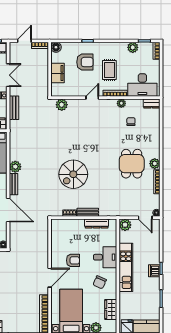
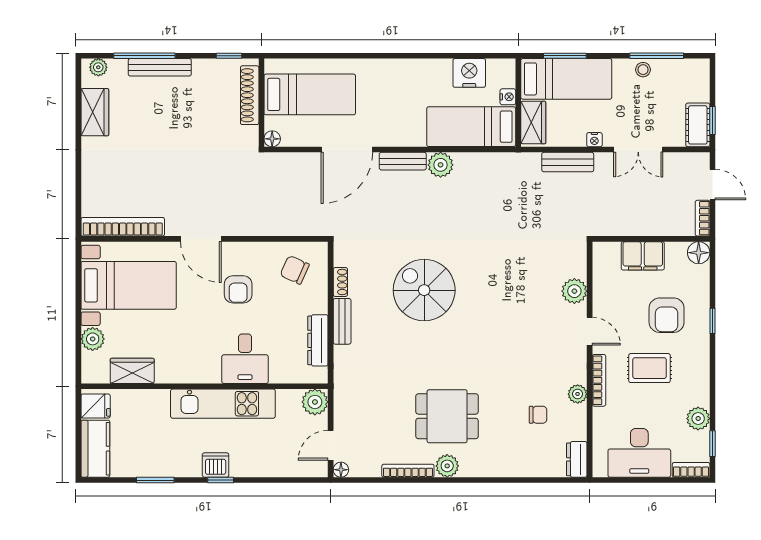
desk: (142, 85) -> (639, 453), moved, turned -90
plant: (62, 105) -> (574, 291), moved
chair: (100, 282) -> (295, 270), moved

